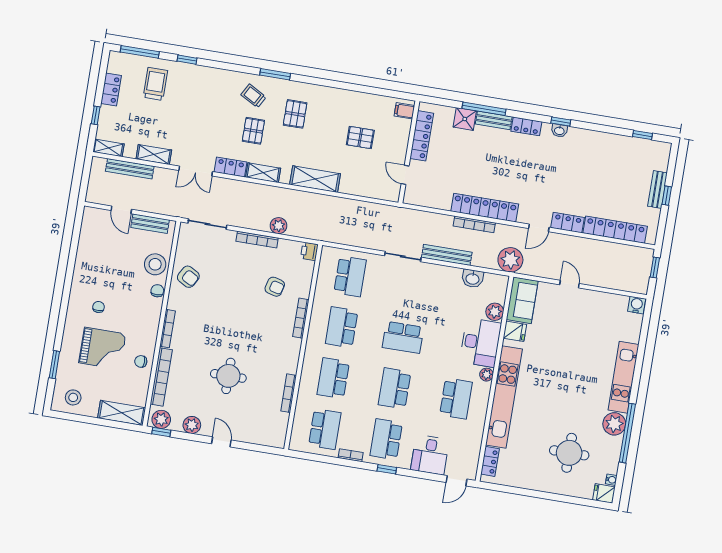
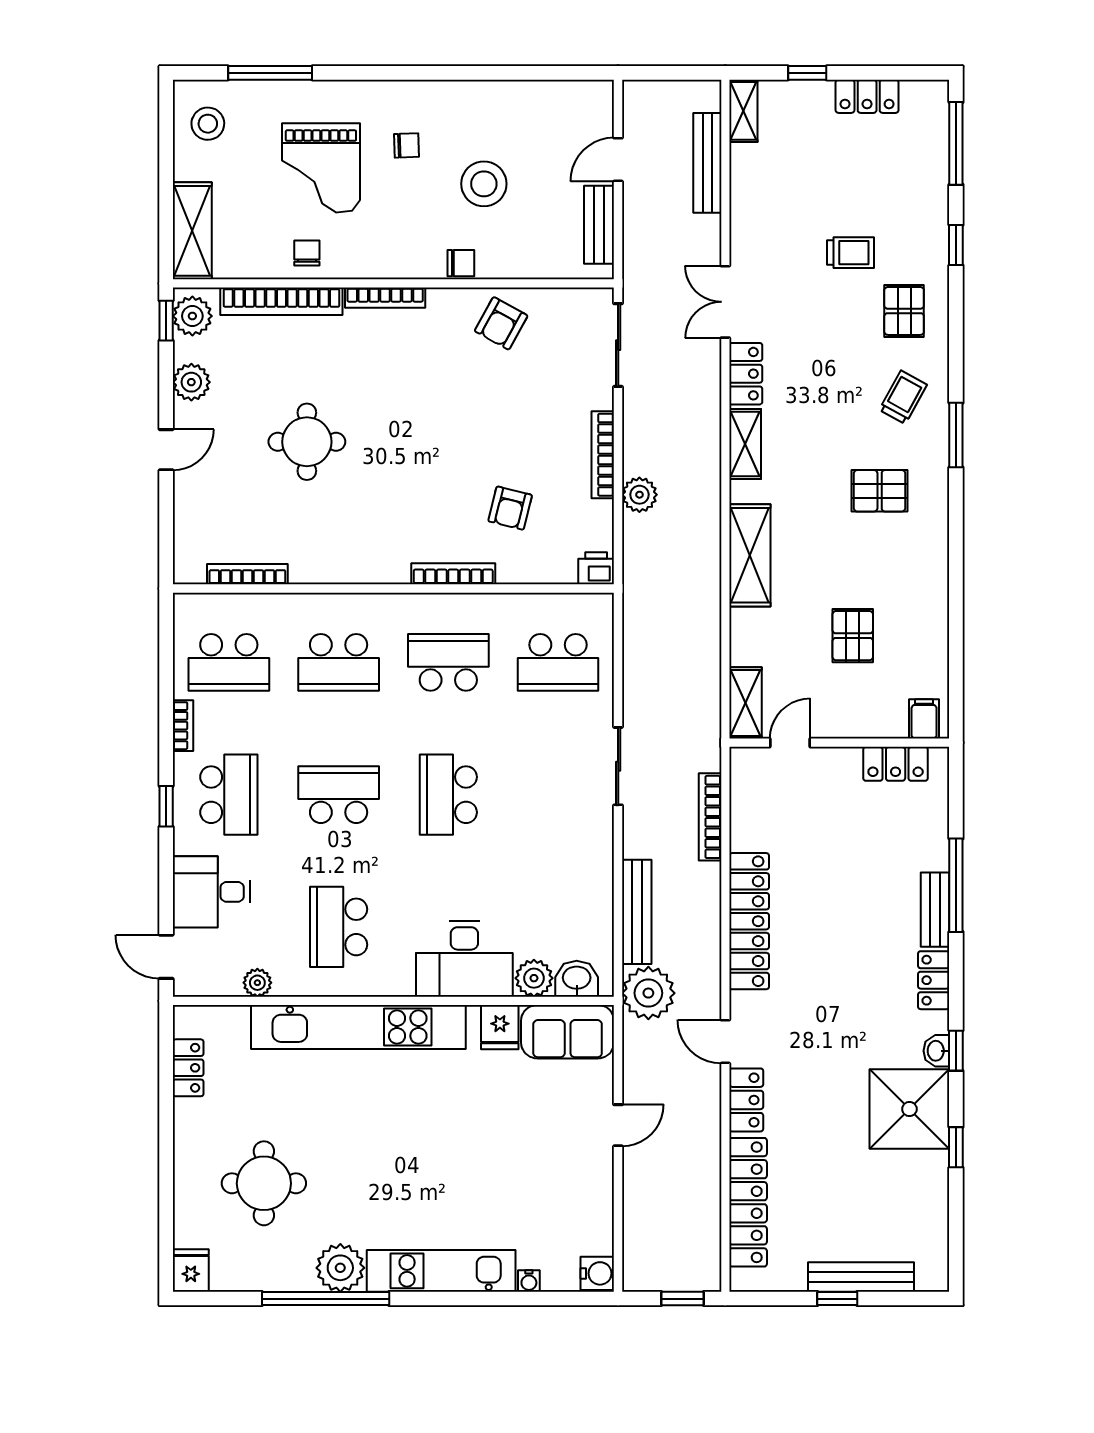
trolley: (155, 84) -> (851, 253), moved, width x0.73, depth x0.72
shower: (465, 119) -> (909, 1109), moved, width x1.86, depth x1.86
pallet: (253, 131) -> (904, 311), moved, turned 90
window: (642, 135) -> (956, 1147), moved
locker: (422, 136) -> (896, 764), width x0.66
shelving: (154, 155) -> (745, 703), moved
bench: (657, 189) -> (861, 1277), width x1.36
bookcase: (474, 224) -> (710, 817), moved
bench: (447, 255) -> (637, 912), moved
stool: (155, 264) -> (484, 184), moved
washbasin: (473, 279) -> (577, 979), moved, turned 90
window: (54, 365) -> (270, 73), width x1.44
plant: (486, 375) -> (257, 983), moved
school desk: (333, 378) -> (339, 662), turned 180
bookcase: (289, 393) -> (247, 574), moved
school desk: (456, 398) -> (339, 927), turned 90
school desk: (386, 439) -> (229, 795), turned 90
locker: (490, 461) -> (188, 1068), moved, turned -90
water cooler: (611, 480) -> (529, 1281), moved

